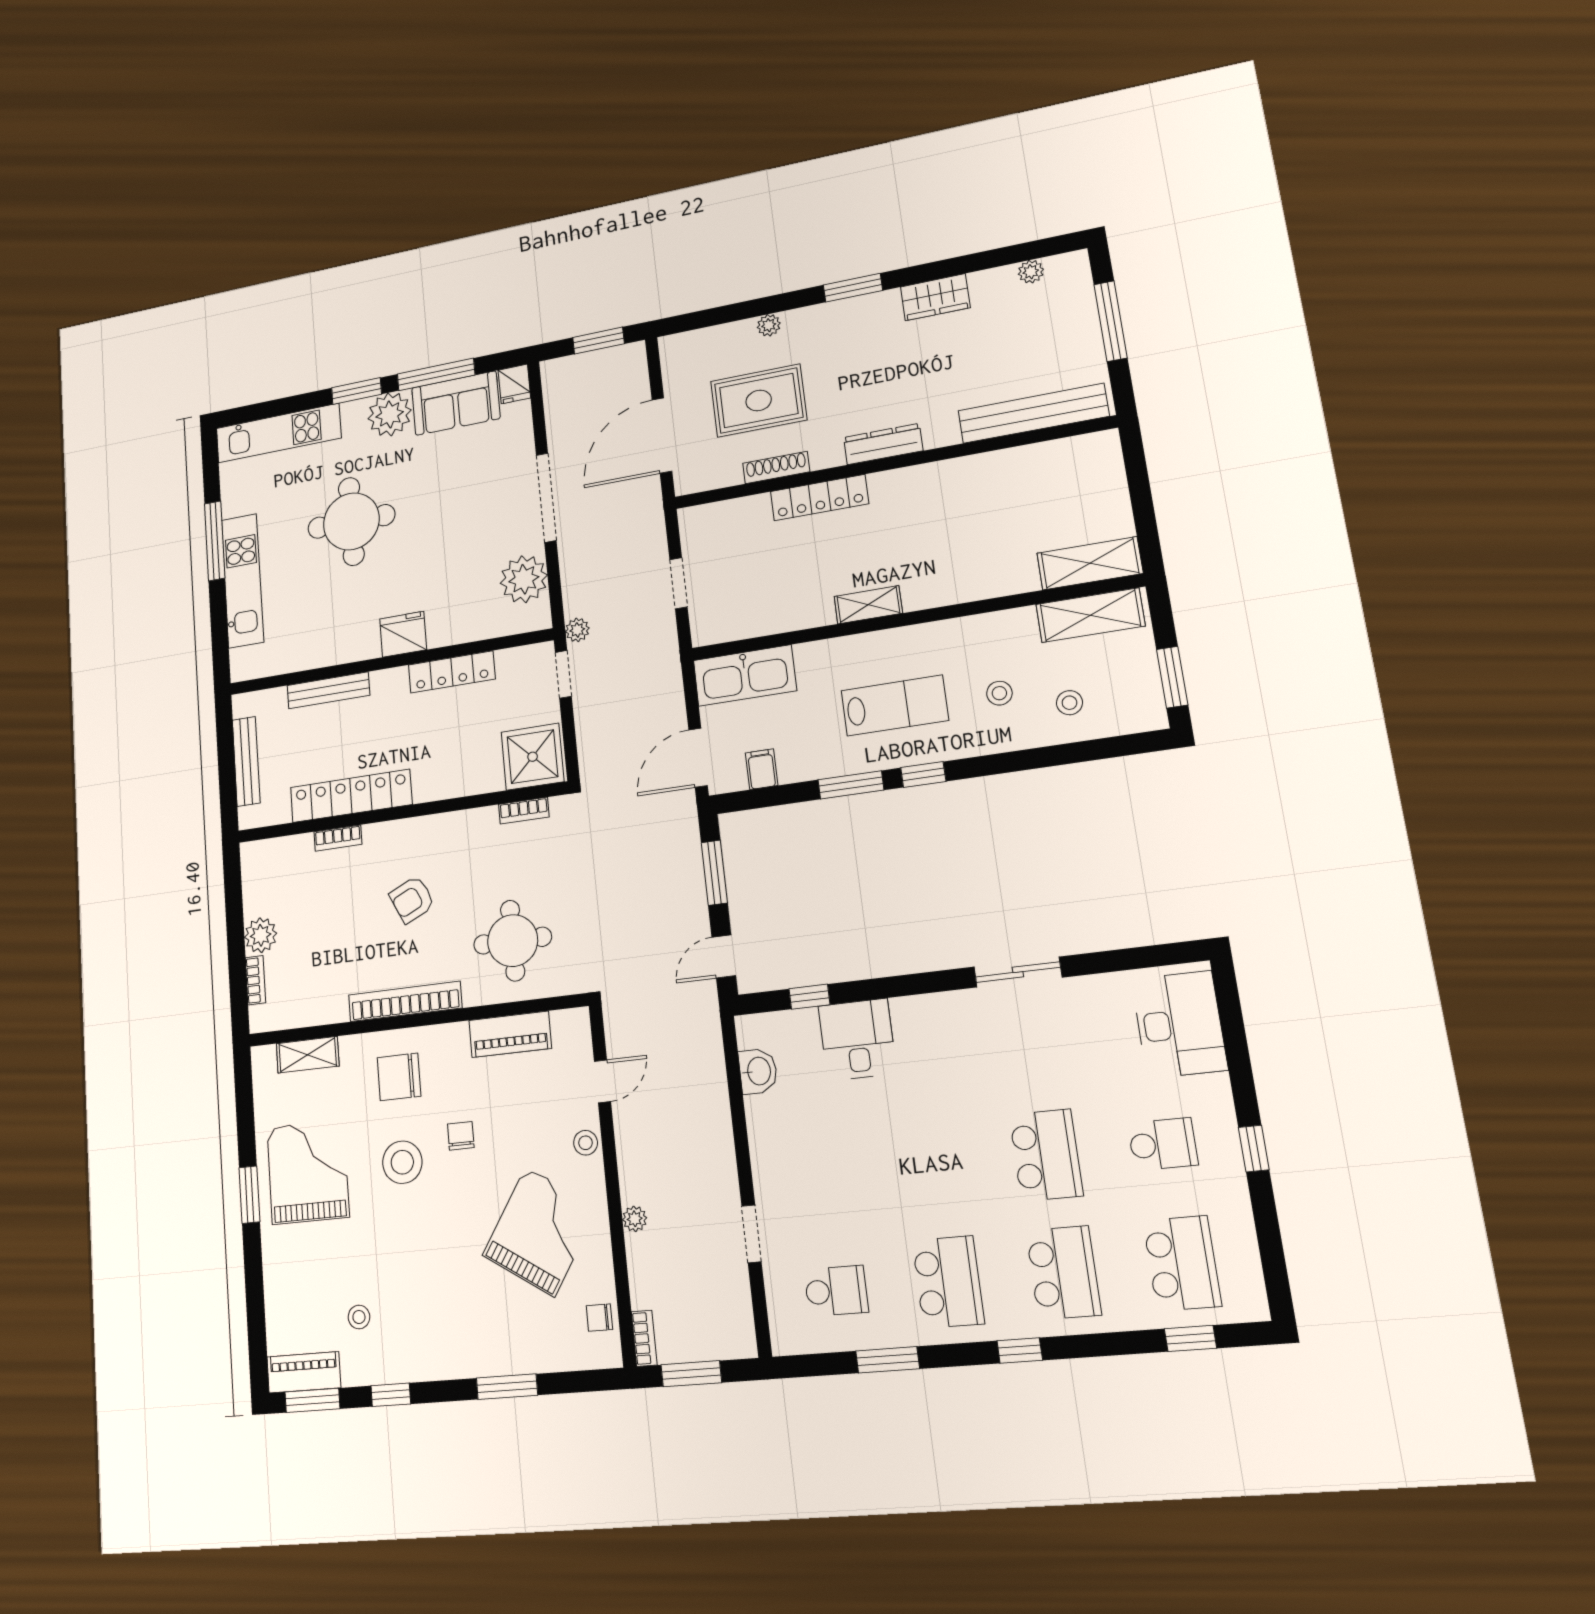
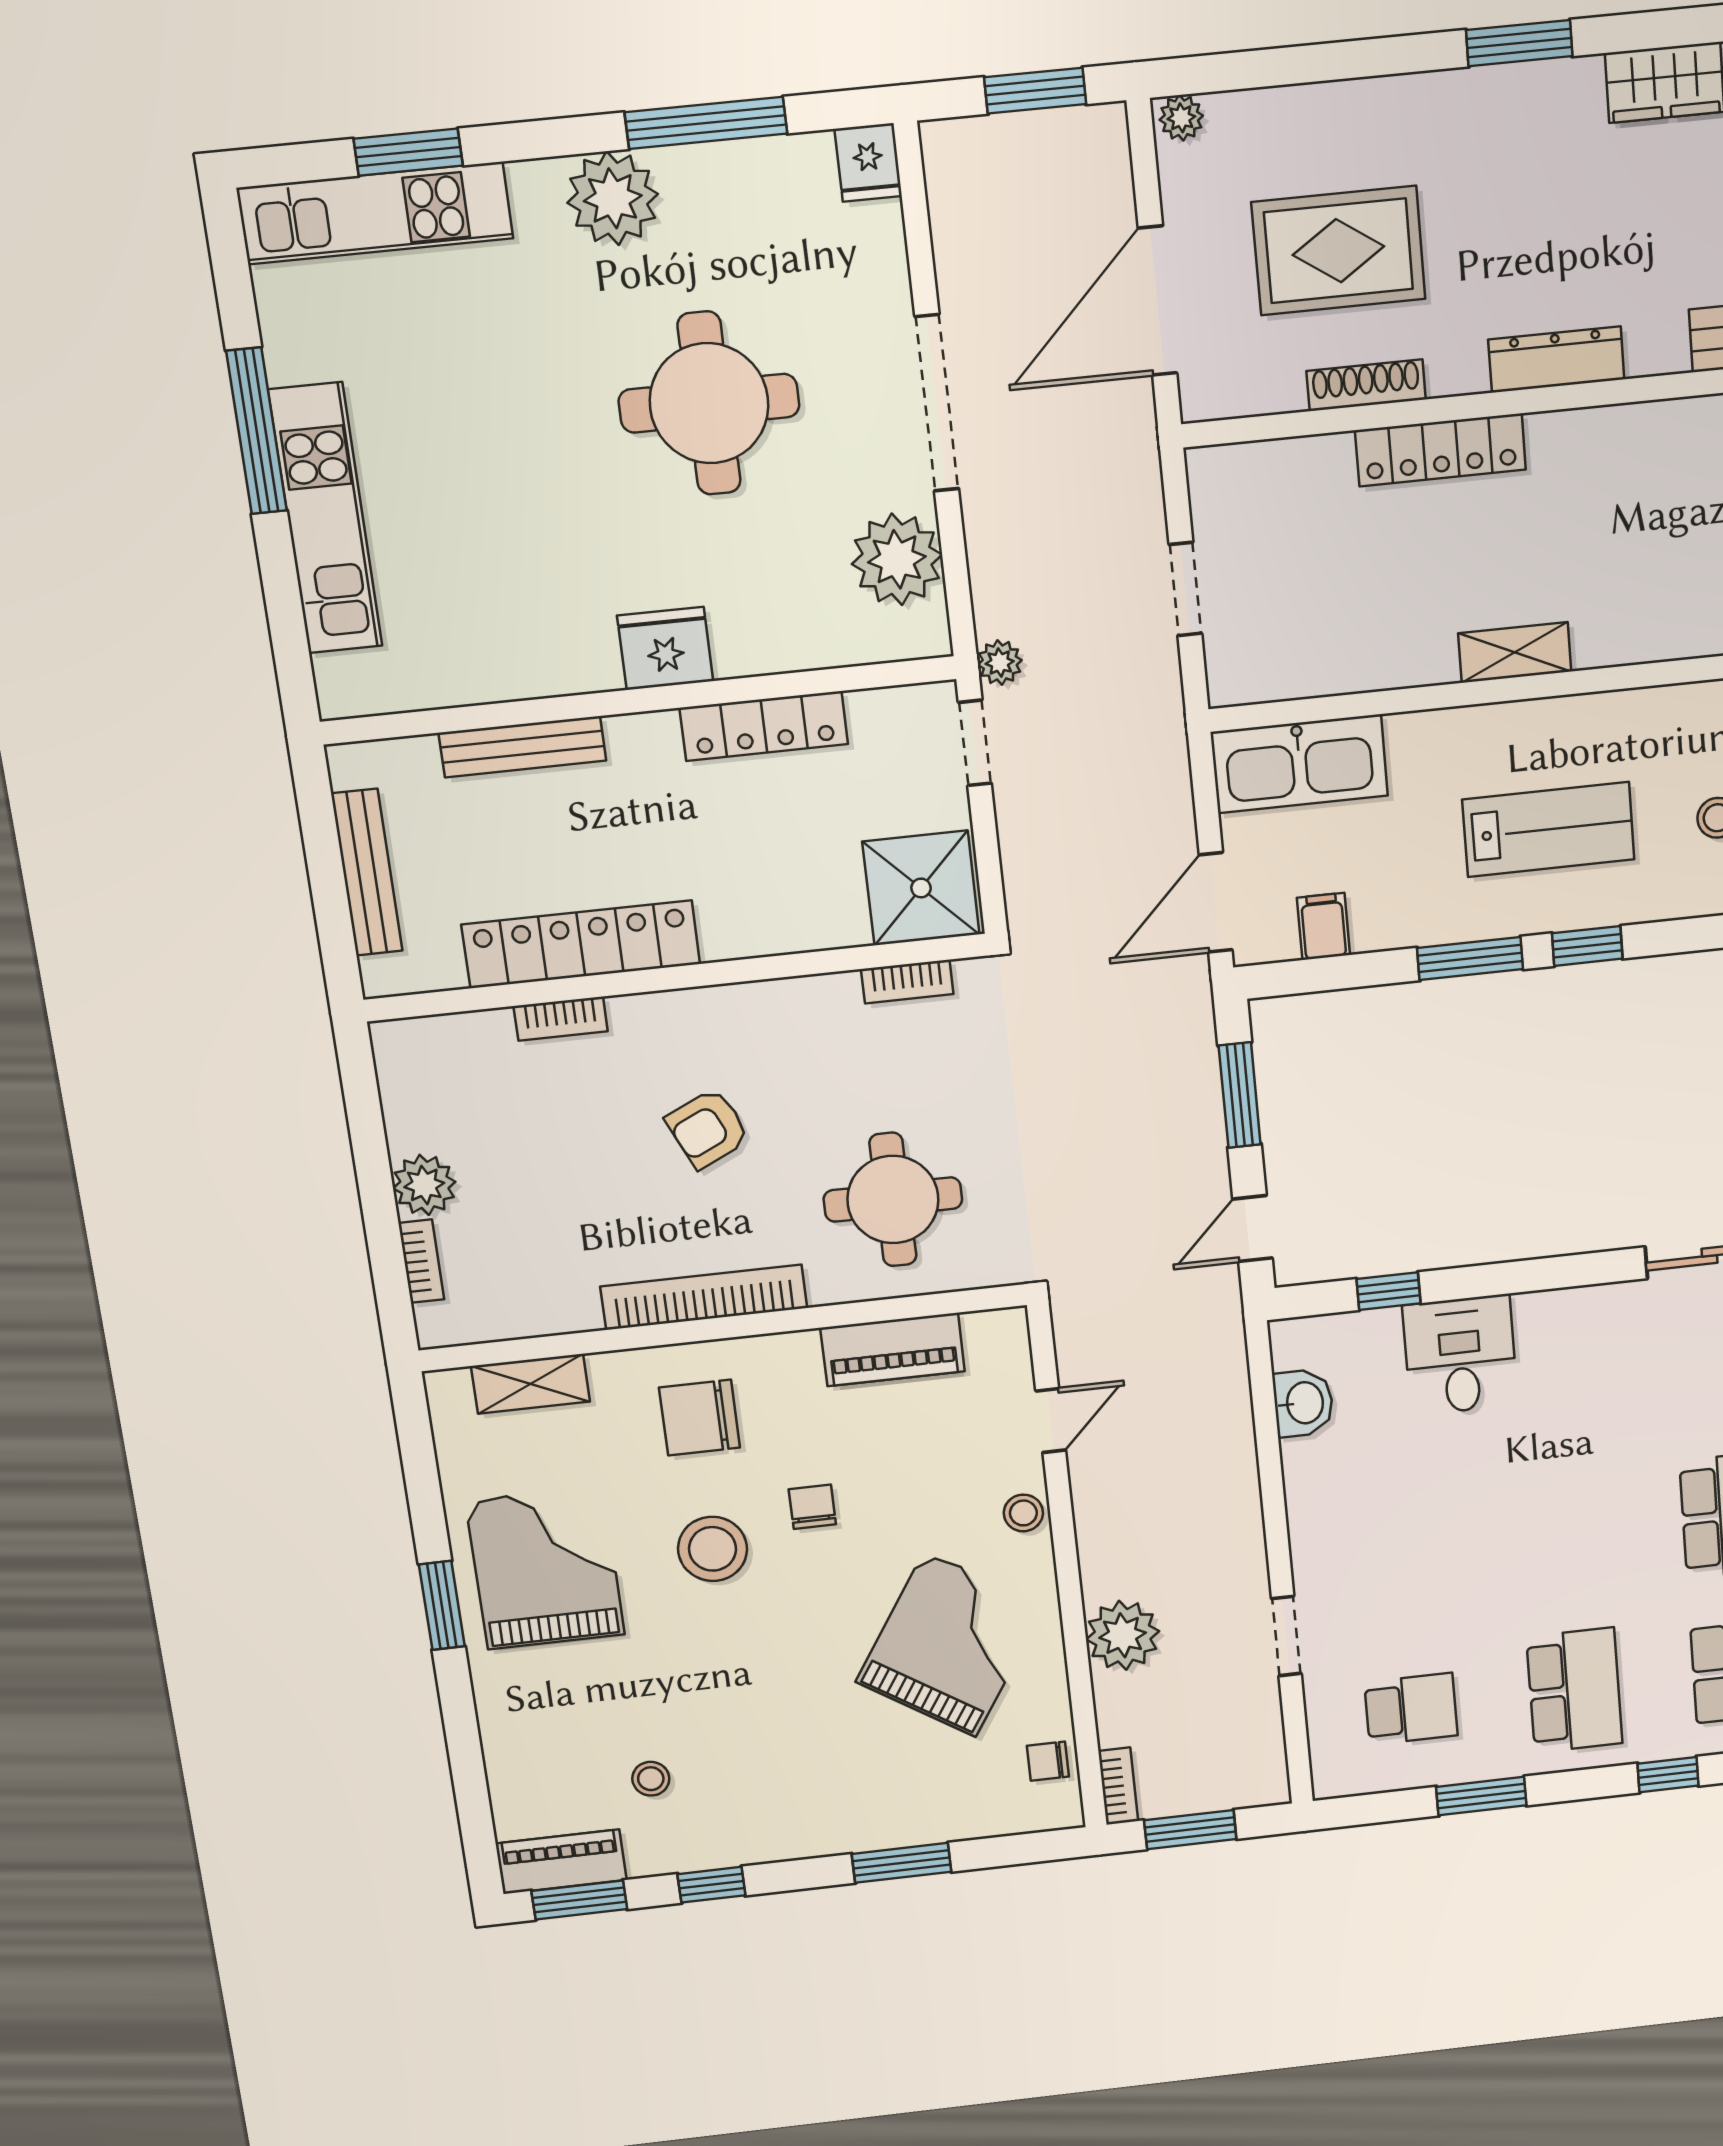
plant: (769, 325) -> (1181, 118), moved
window: (356, 391) -> (408, 152), moved
sofa: (456, 403) -> (750, 190), removed
round table: (351, 521) -> (709, 403), moved
plant: (635, 1219) -> (1123, 1635), width x1.87, depth x1.87

